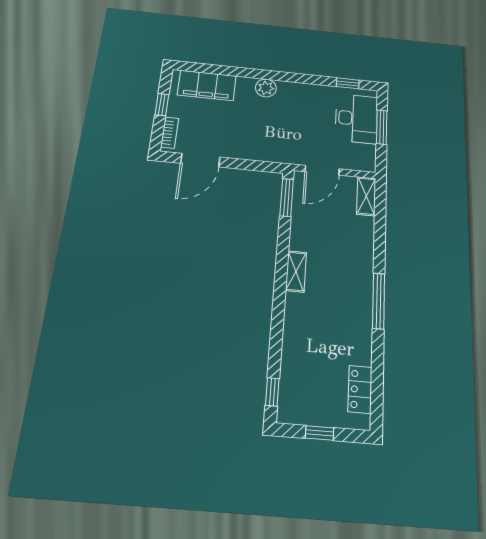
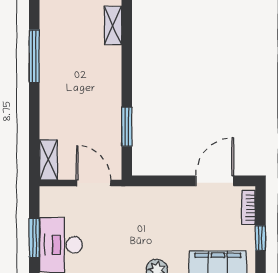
door: (322, 170) -> (93, 183), hinge flipped
window: (287, 198) -> (127, 127), moved
shelving: (296, 271) -> (113, 25), moved

